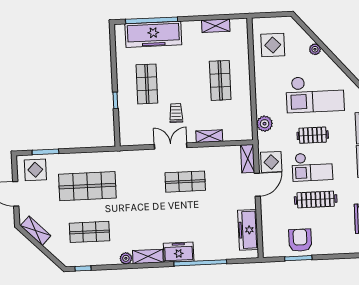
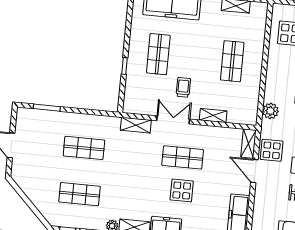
display table: (35, 170) -> (182, 190), moved
door: (257, 185) -> (254, 171), swing flipped
shop shelf: (87, 186) -> (84, 148), width x0.70, depth x0.74
shelving: (36, 231) -> (136, 125), moved, turned -45

